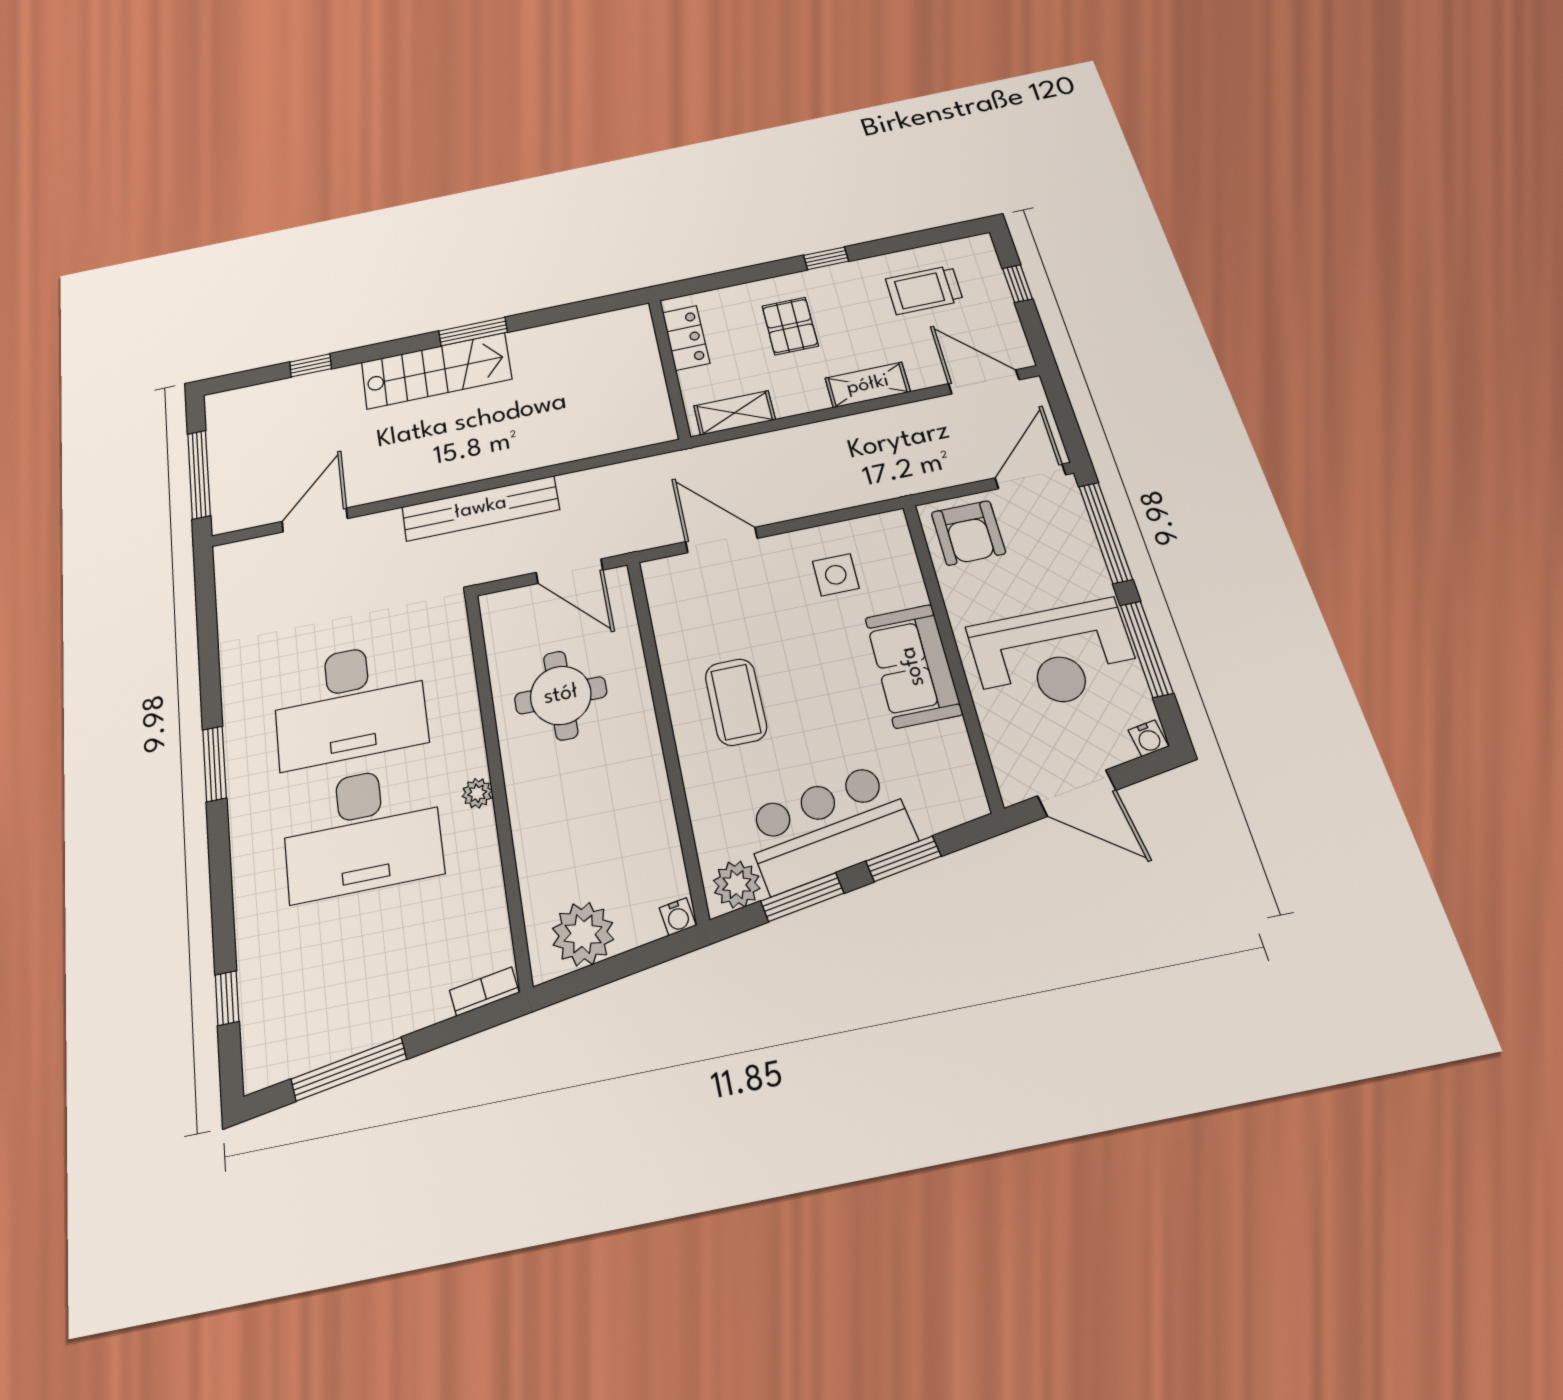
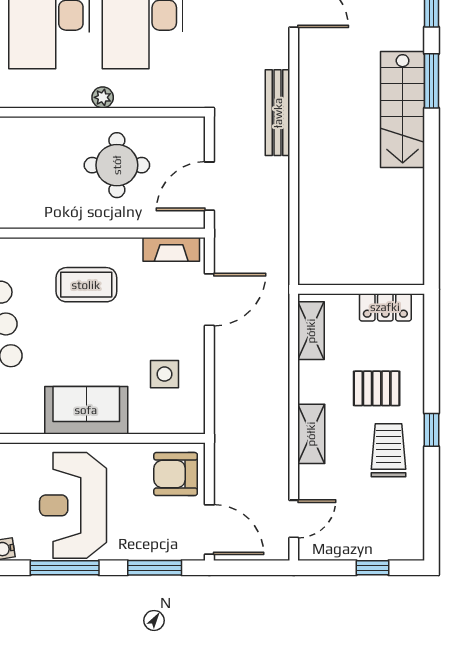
trolley: (924, 290) -> (388, 450), moved
window: (473, 332) -> (432, 81), moved
door: (984, 382) -> (294, 519), width x0.73
bench: (481, 508) -> (278, 113), width x0.73, depth x0.82
window: (1105, 532) -> (155, 568), width x0.69
fireplace: (664, 601) -> (171, 249), added
plant: (477, 793) -> (103, 97), moved

